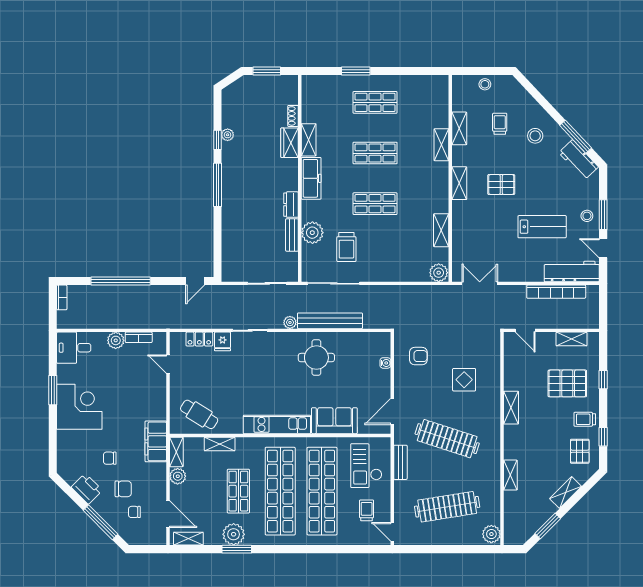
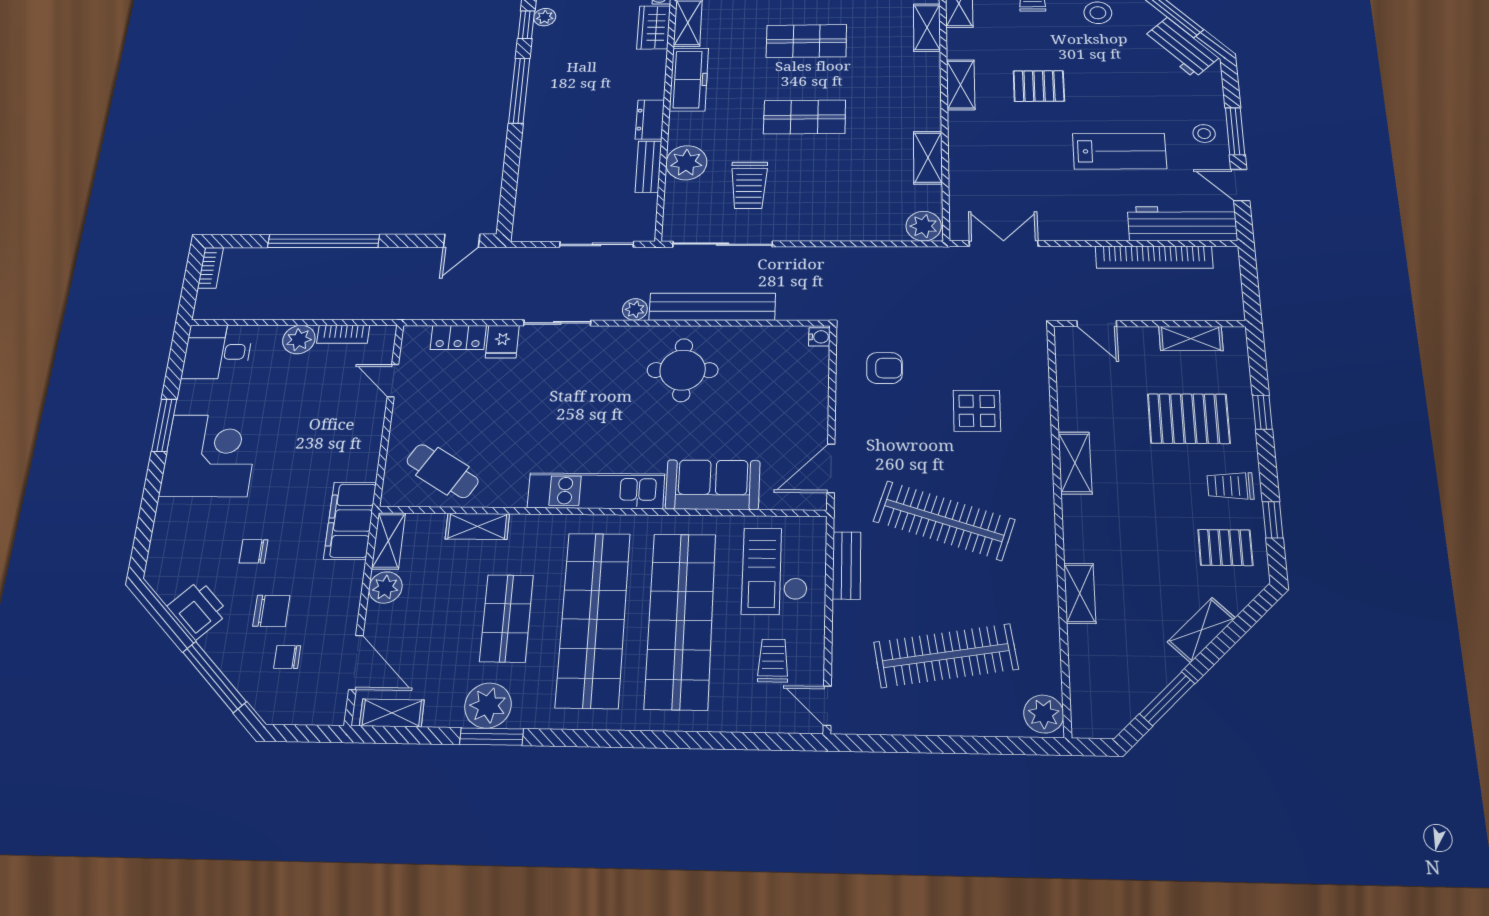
water cooler: (385, 363) -> (819, 337), moved
pallet: (580, 451) -> (1225, 548), turned 90

